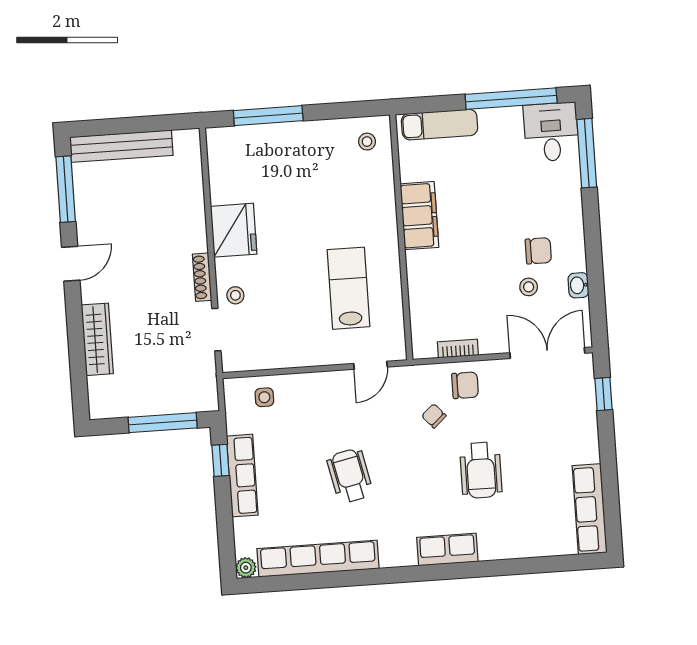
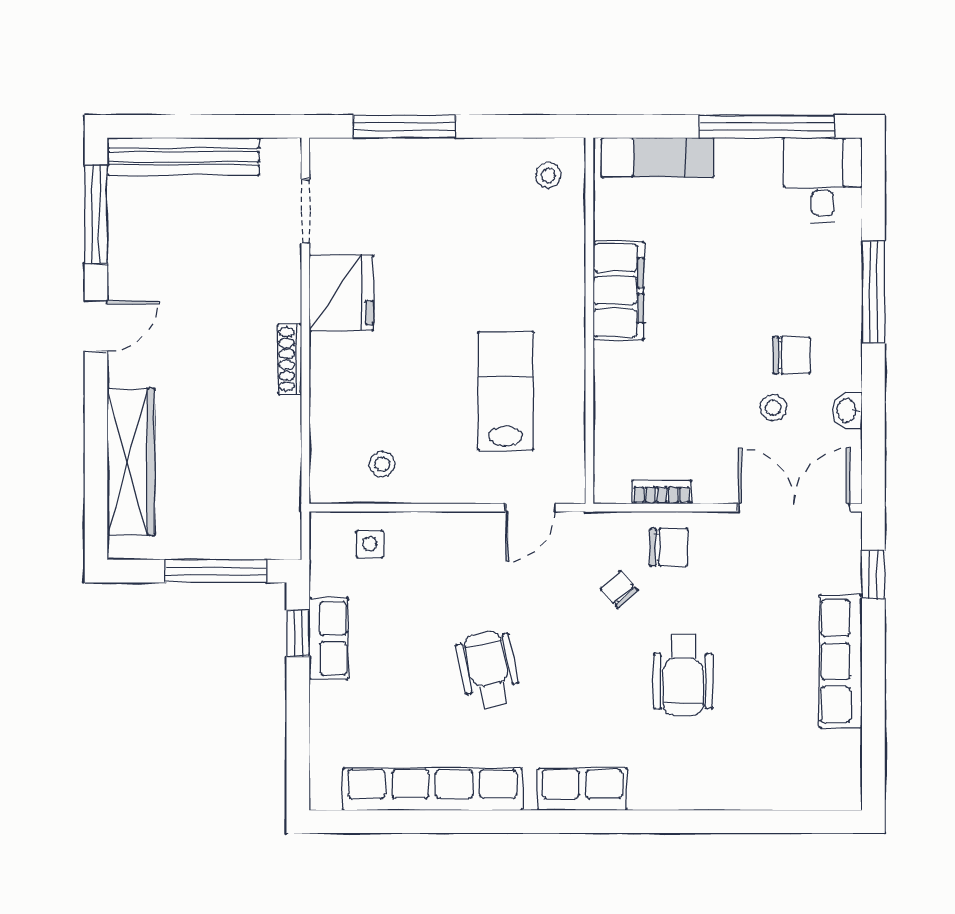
window: (587, 153) -> (873, 292), moved
stool: (235, 295) -> (382, 464), moved
doorway: (216, 330) -> (305, 211), moved
wardrobe: (97, 339) -> (131, 462), width x1.40, depth x1.17
row of seats: (242, 476) -> (329, 638), width x0.68
row of seats: (590, 509) -> (841, 661), moved
row of seats: (447, 550) -> (582, 789), moved
plant: (246, 568) -> (324, 795), removed

